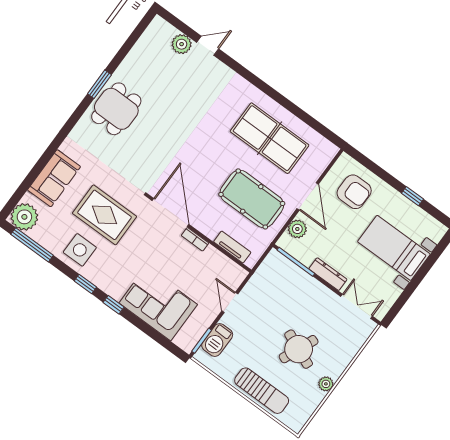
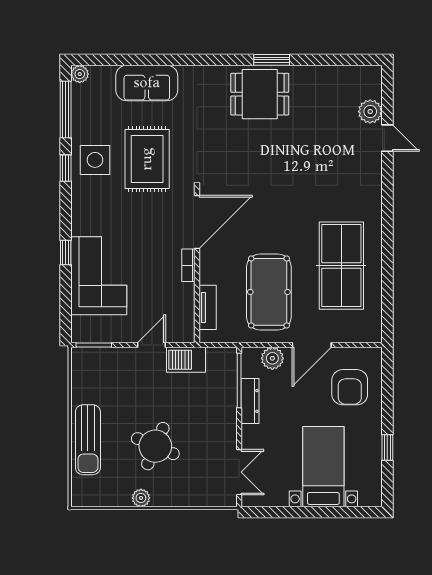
plant: (24, 217) -> (80, 74), width x0.53, depth x0.53
dresser: (328, 274) -> (250, 401), moved
window: (85, 284) -> (66, 168), moved
window: (114, 305) -> (66, 253), moved
barbecue: (217, 340) -> (186, 360), moved

